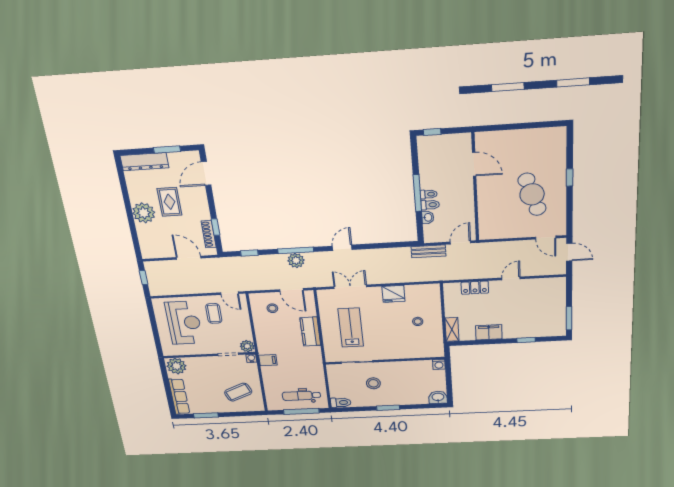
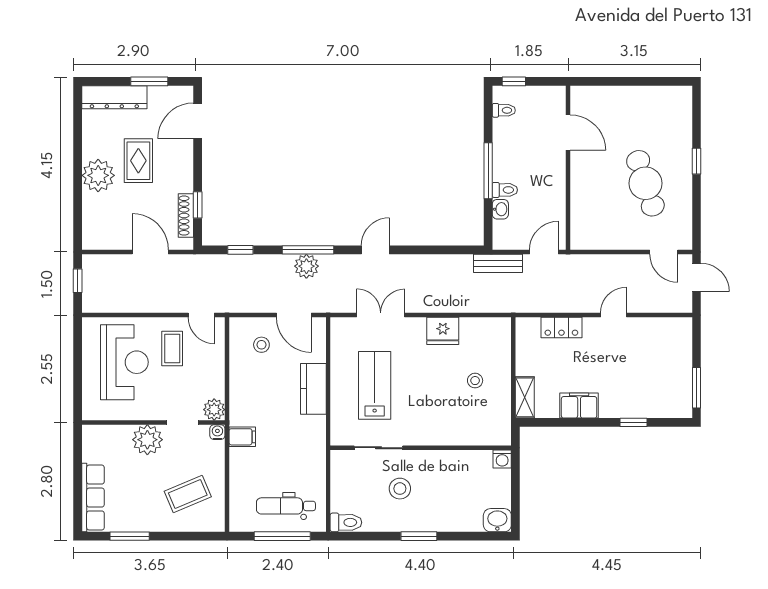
toilet: (429, 194) -> (504, 110), moved
plant: (176, 366) -> (147, 440), moved

